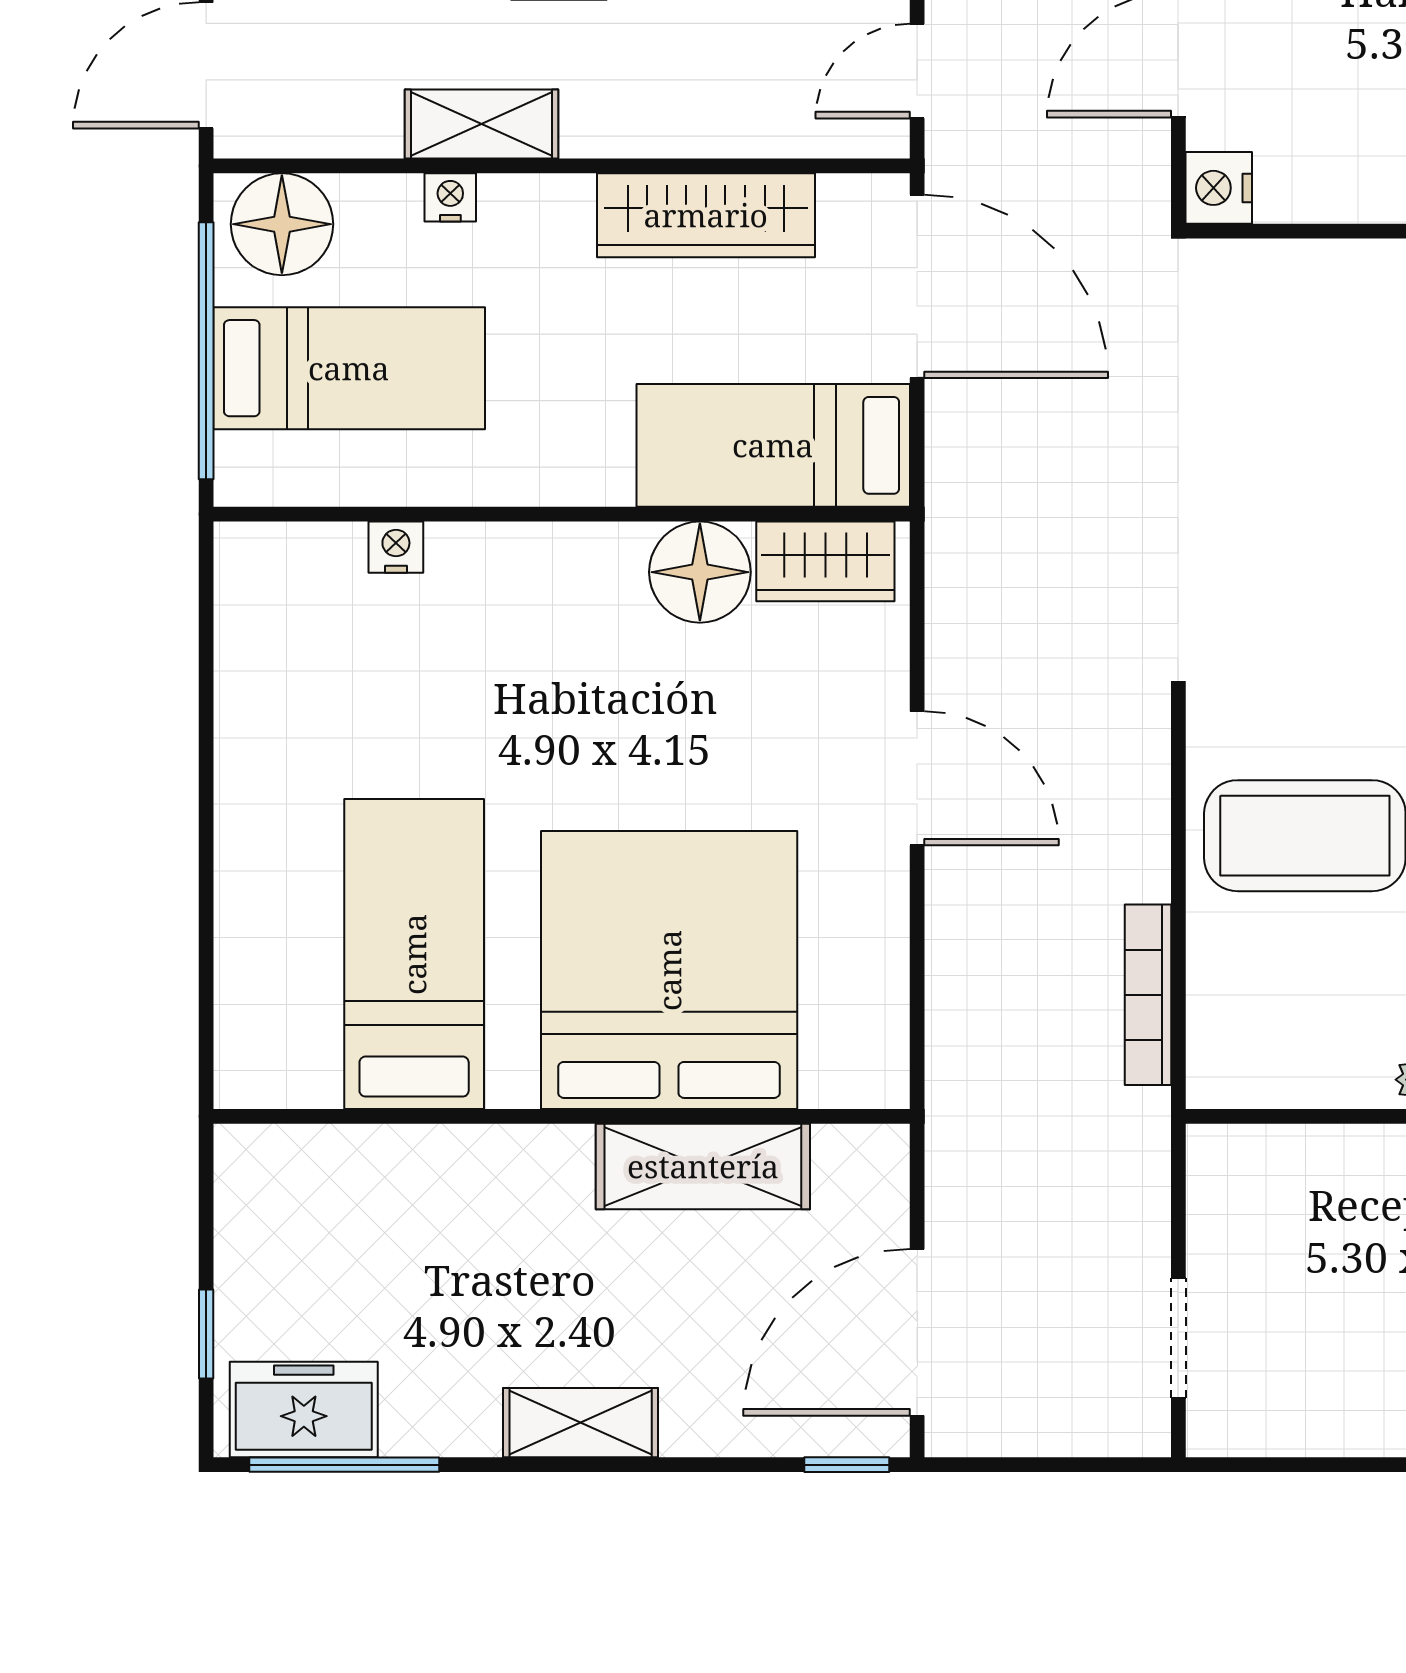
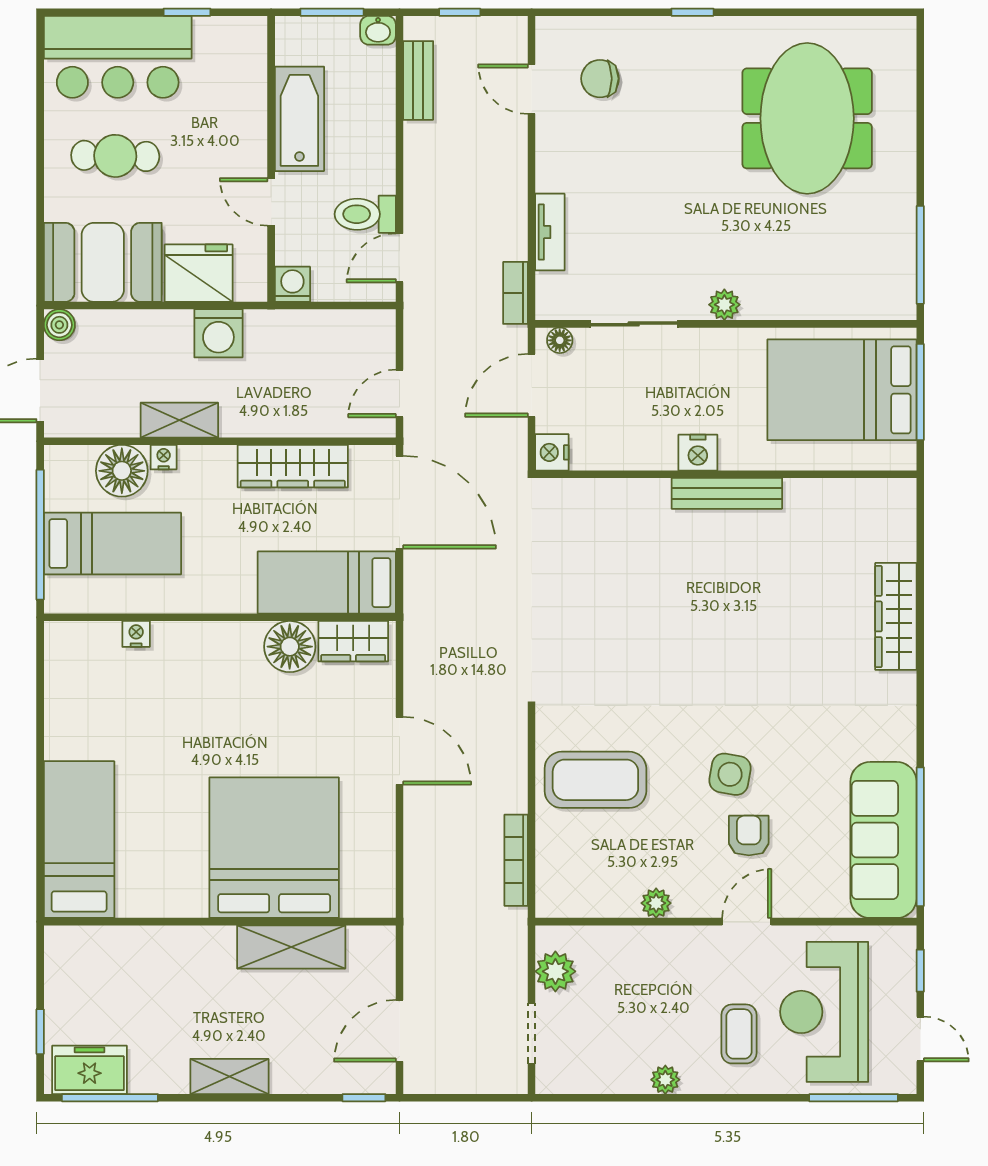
floor lamp: (282, 224) -> (122, 471), moved
bed: (414, 954) -> (79, 840), moved
plant: (1226, 1215) -> (555, 971), added
door: (917, 1332) -> (400, 1031), width x0.73

